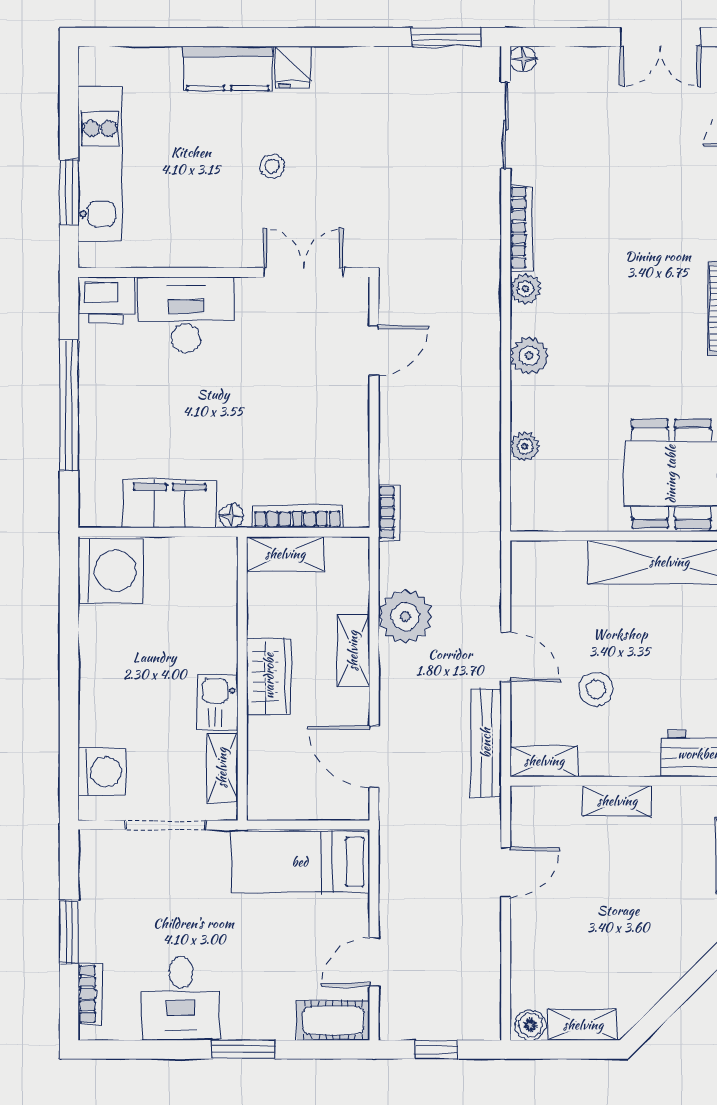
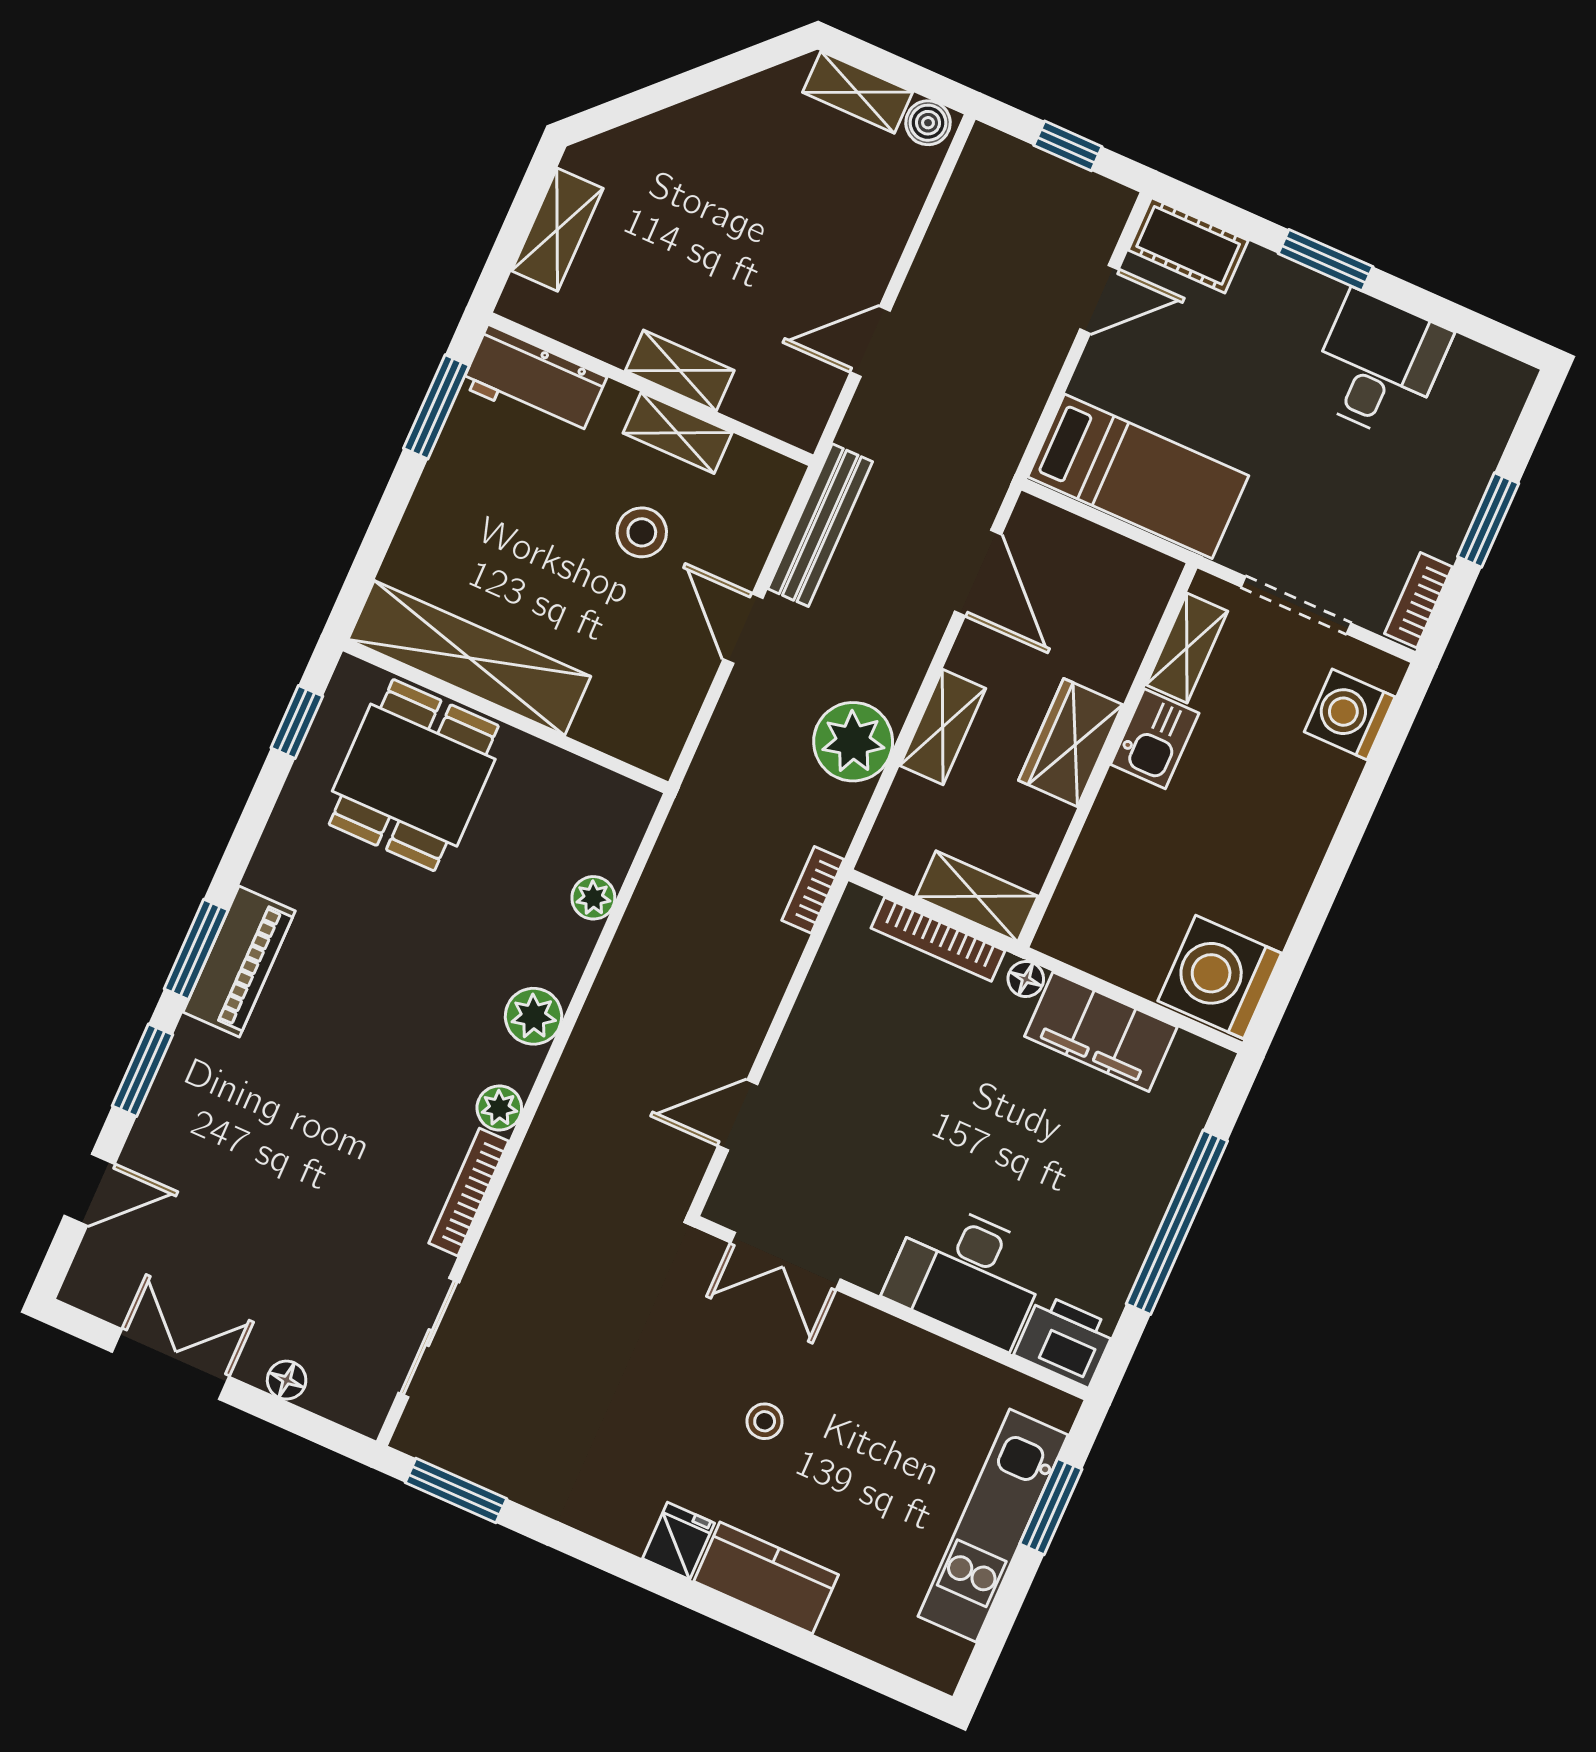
floor lamp: (523, 59) -> (287, 1380), moved
shelving: (544, 761) -> (678, 433), moved
bookcase: (90, 994) -> (1419, 600), moved

